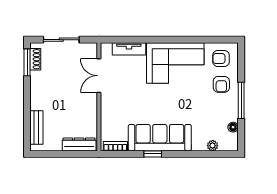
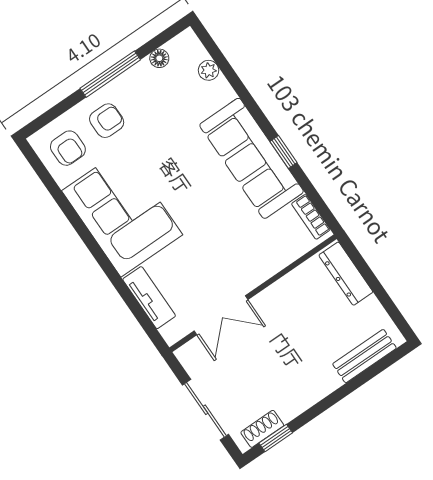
window: (27, 62) -> (276, 438), width x0.67

